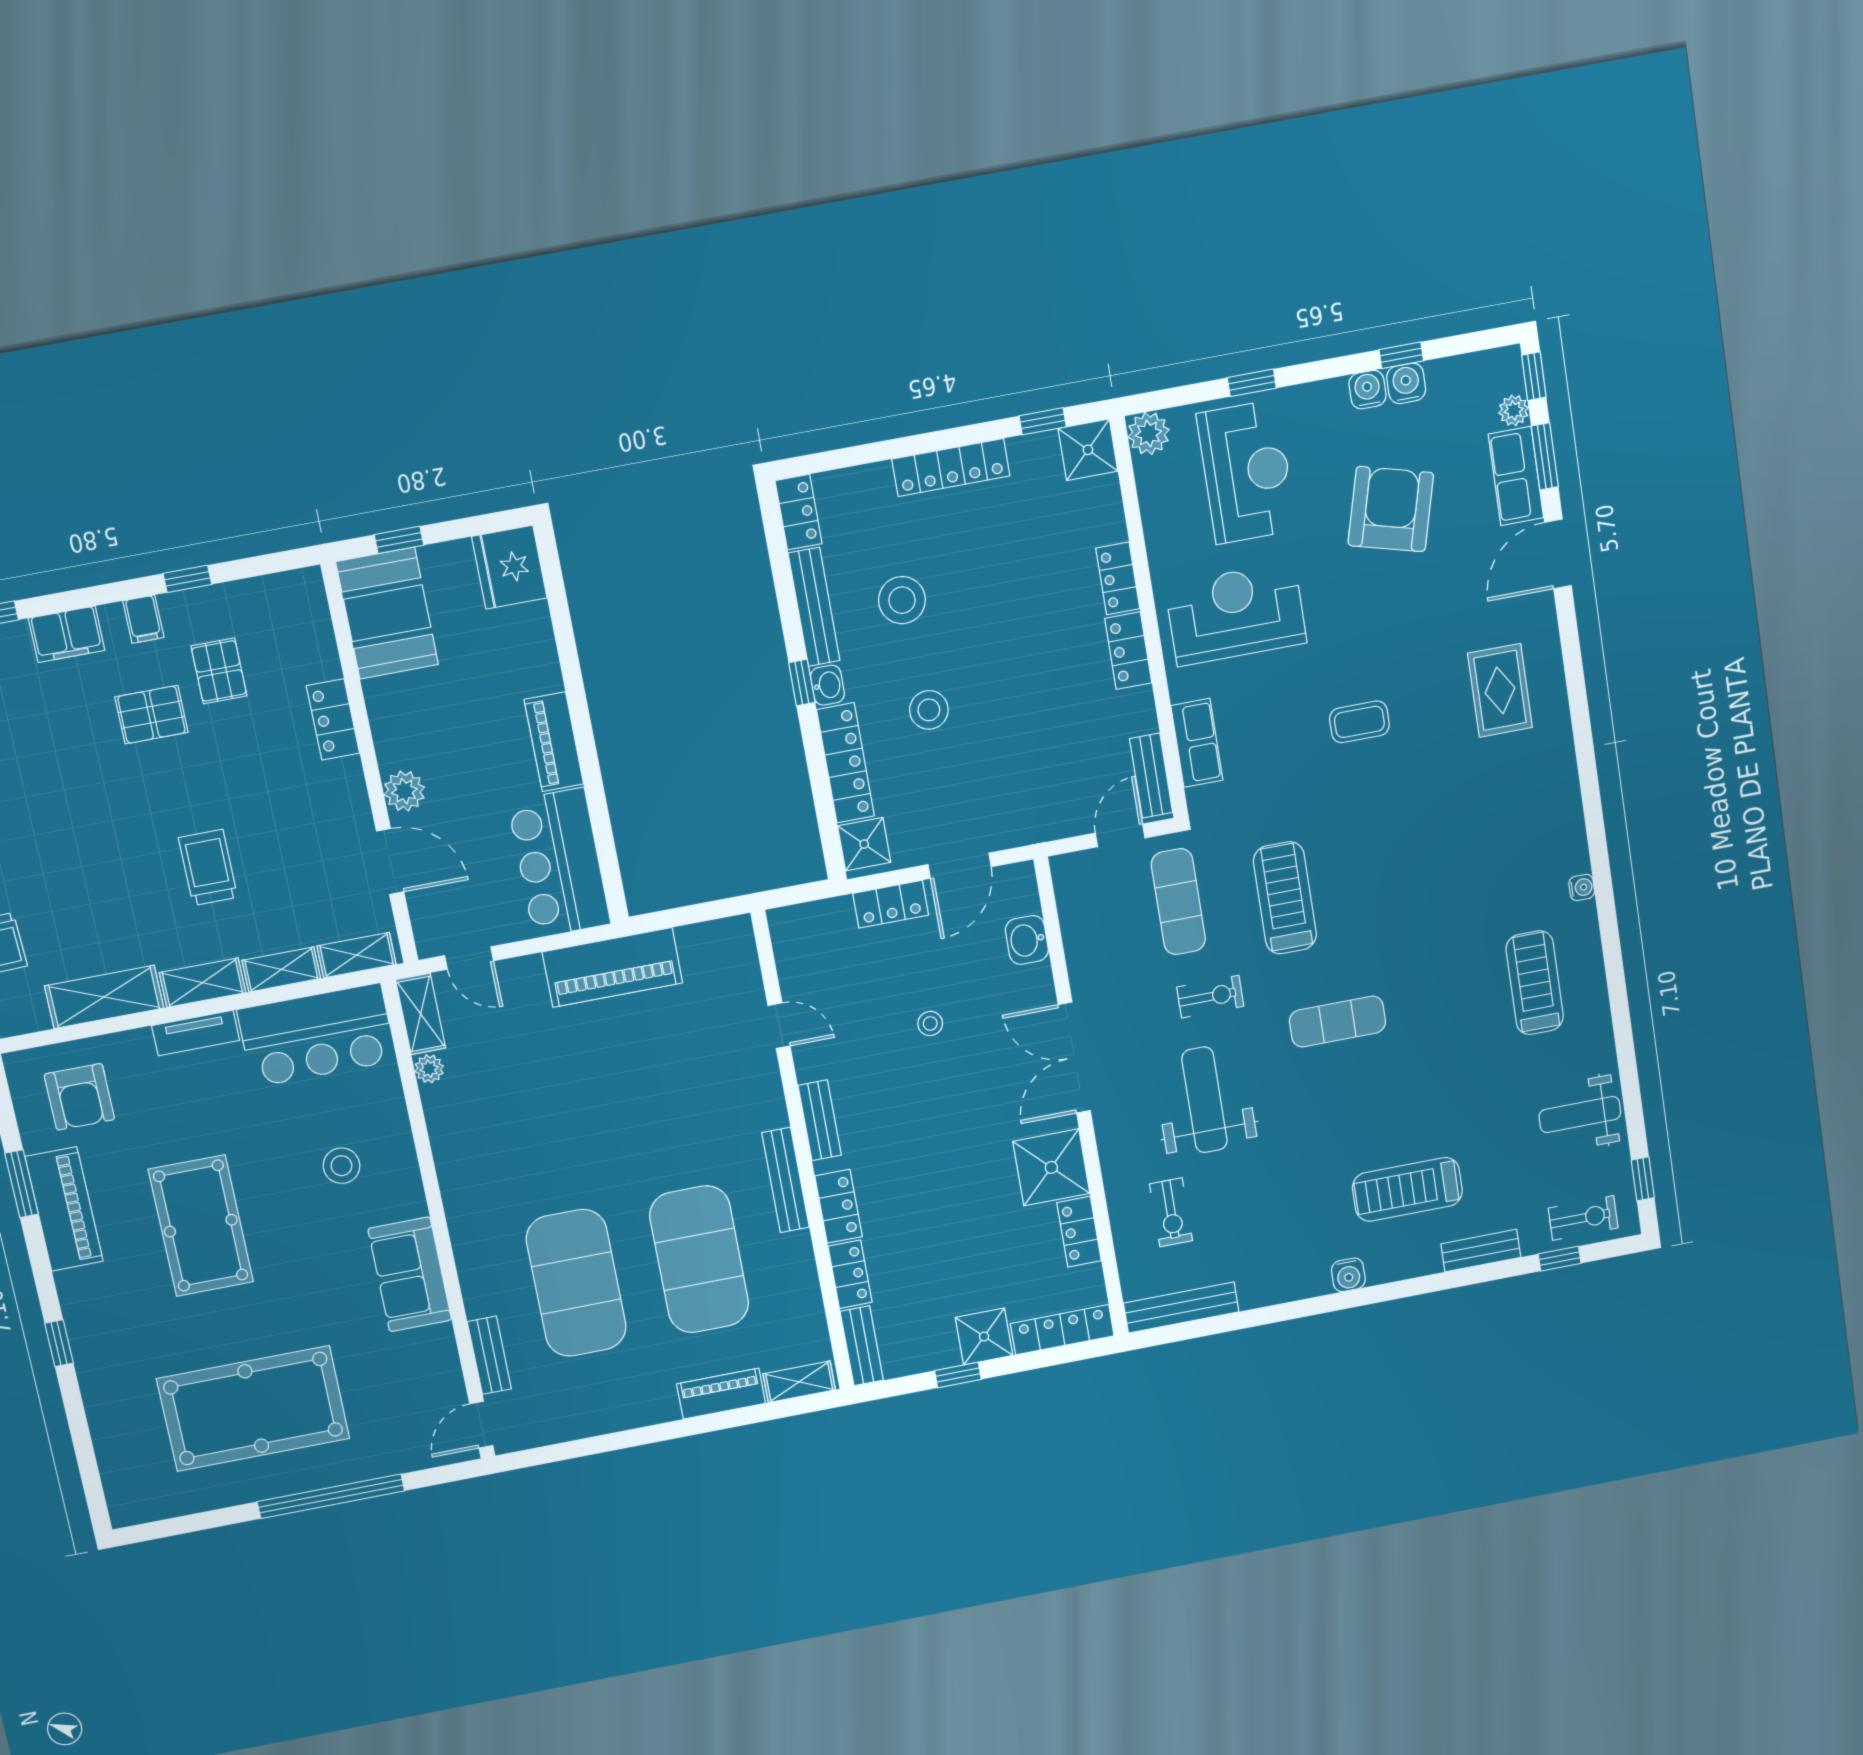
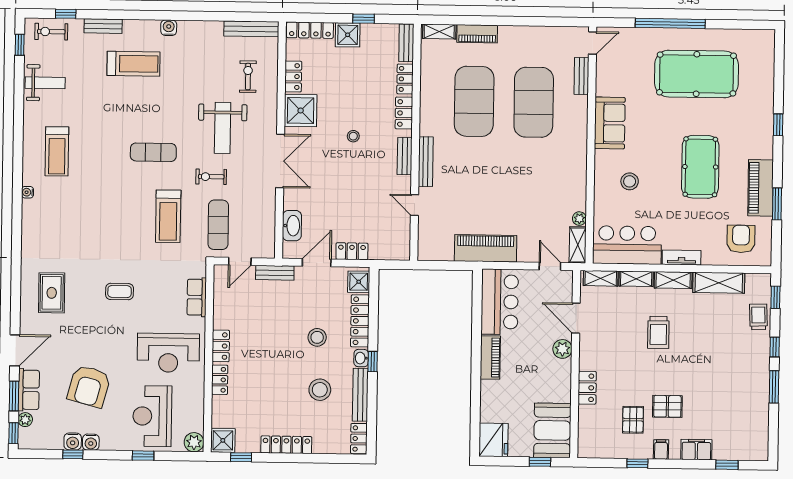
bench: (1151, 776) -> (275, 273), moved, turned 90
washbasin: (1027, 940) -> (292, 226), width x1.38
stool: (930, 1023) -> (353, 136), moved
bench: (785, 1180) -> (426, 162), moved

